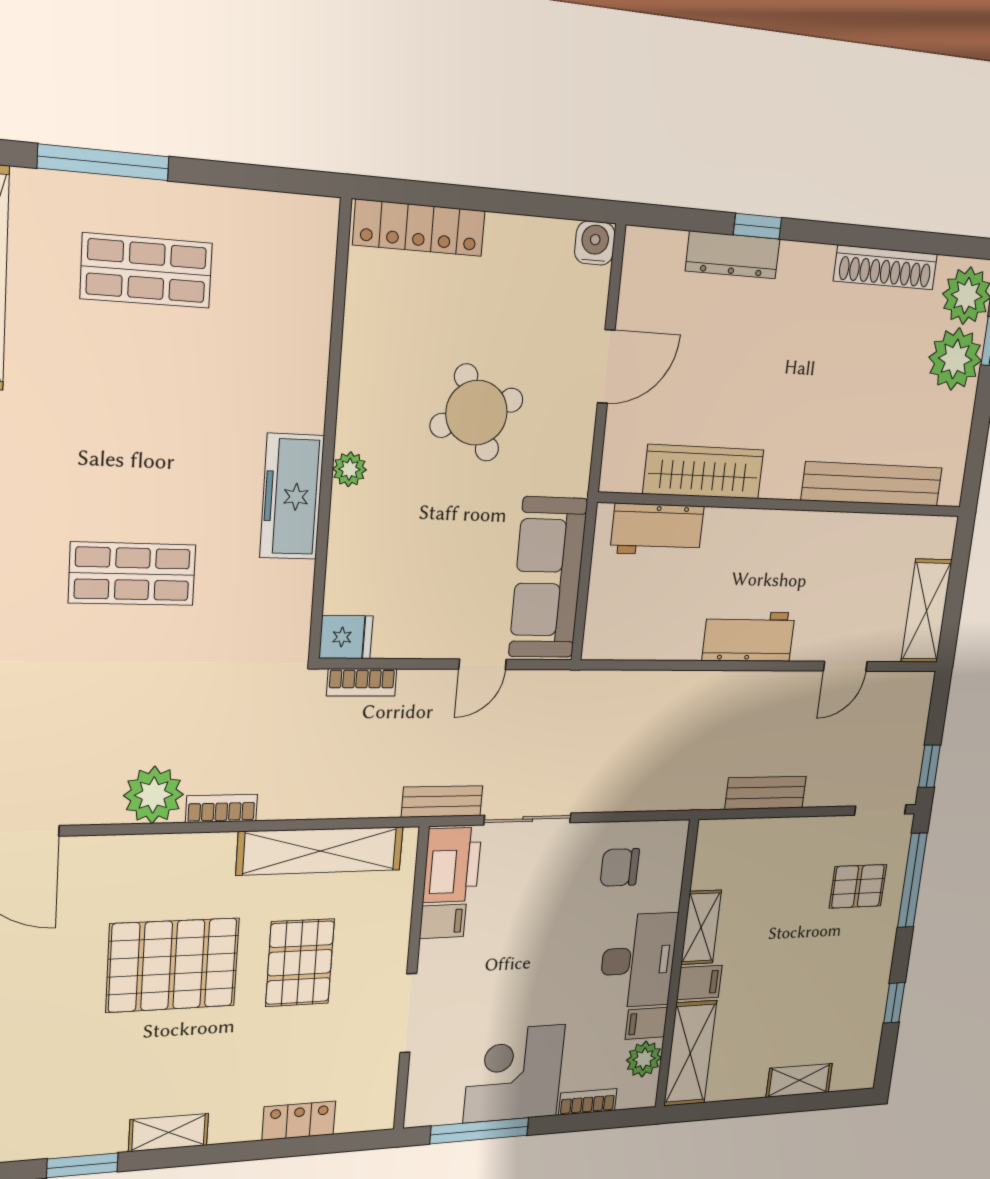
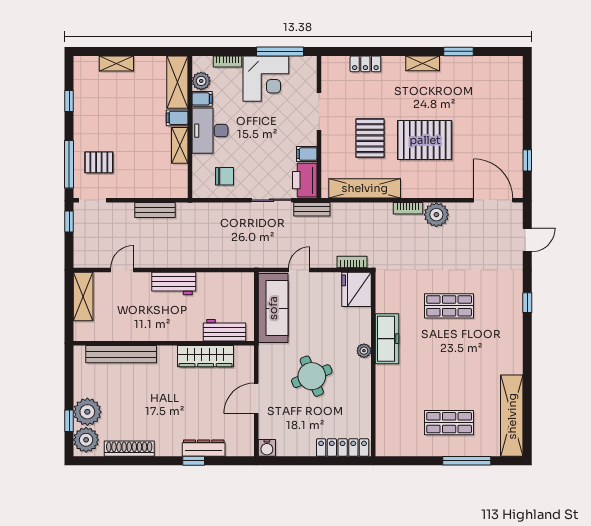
fridge: (346, 637) -> (356, 289), width x1.88, depth x1.34

